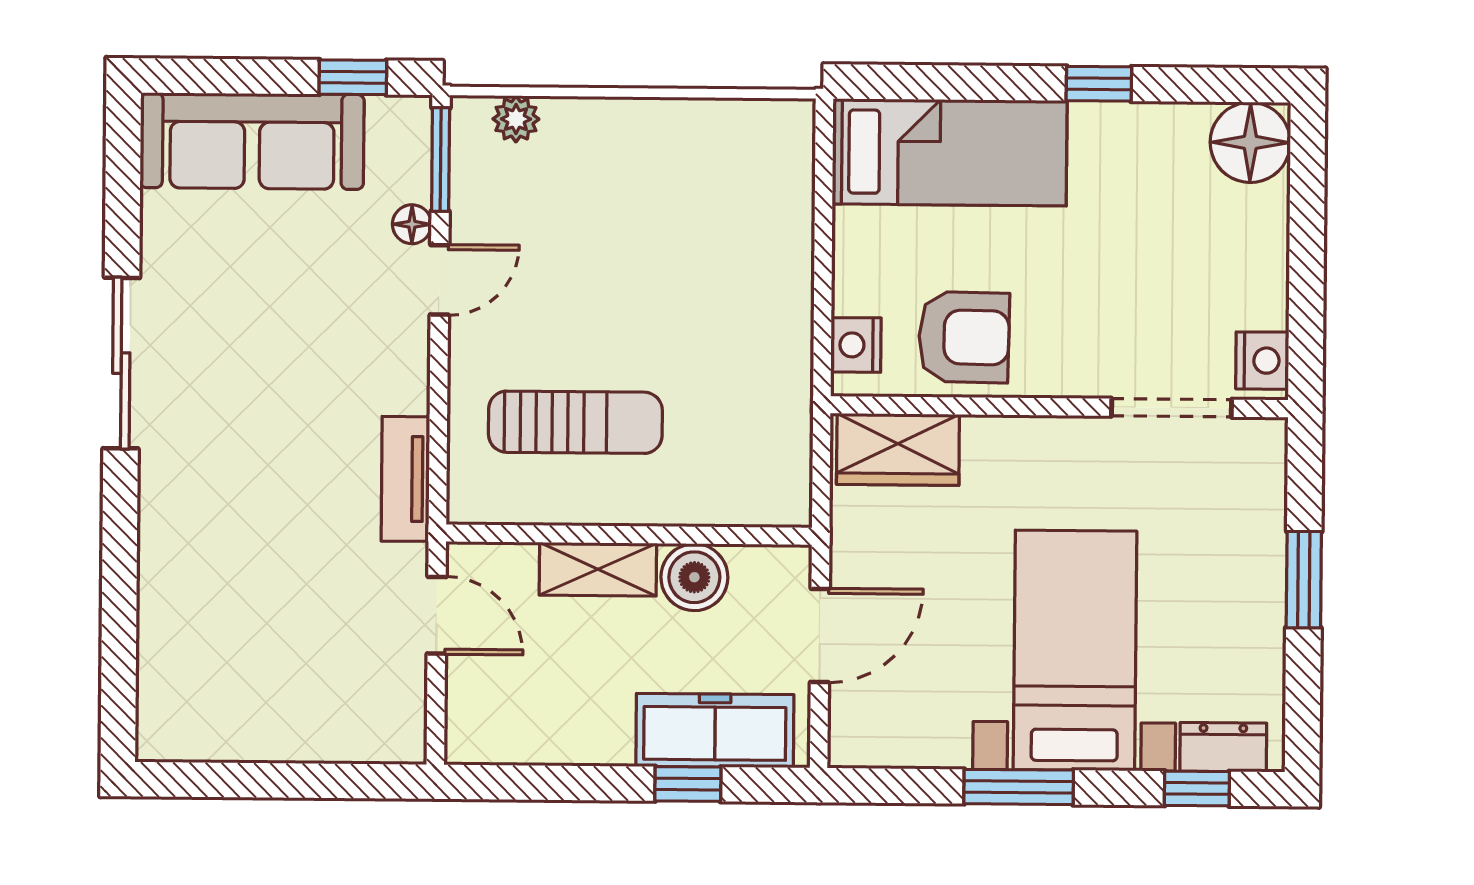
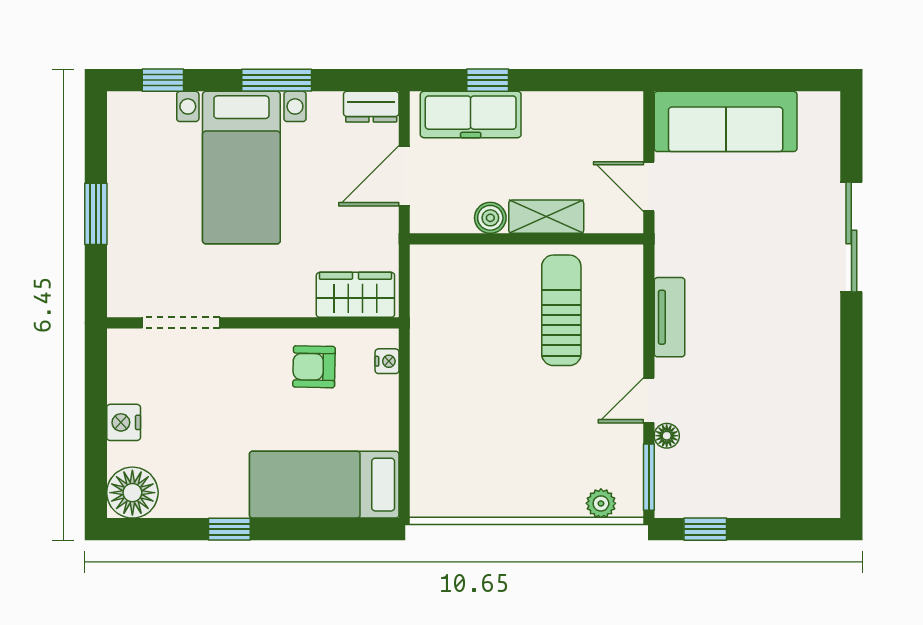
sofa: (252, 141) -> (726, 121), moved, turned 180
armchair: (964, 337) -> (314, 367), width x0.72, depth x0.72
nightstand: (856, 345) -> (387, 361), width x0.72, depth x0.74
nightstand: (1262, 361) -> (124, 422), moved
sliding door: (121, 363) -> (851, 237), moved
sun lounger: (575, 422) -> (561, 310), turned 90
tv unit: (405, 479) -> (669, 317), moved
boiler: (694, 577) -> (490, 218), width x0.73, depth x0.73
dresser: (1223, 747) -> (371, 107), moved

